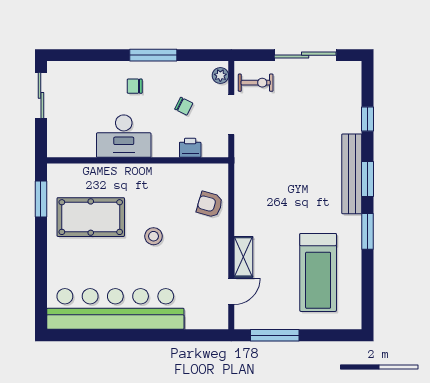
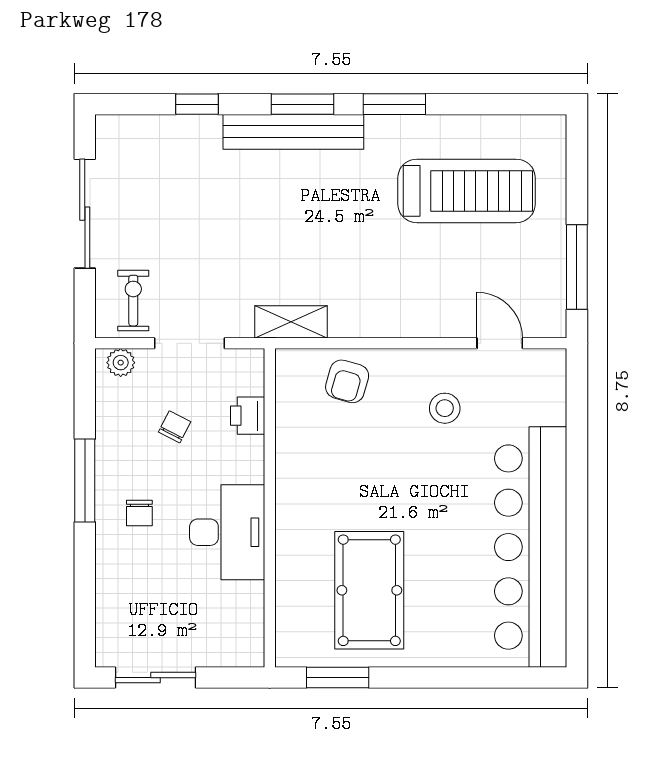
stool: (154, 236) -> (445, 408), moved
shelving: (243, 257) -> (291, 322), moved

